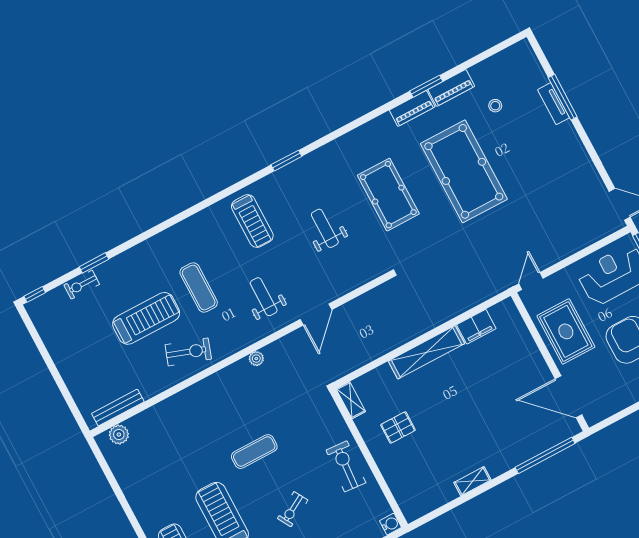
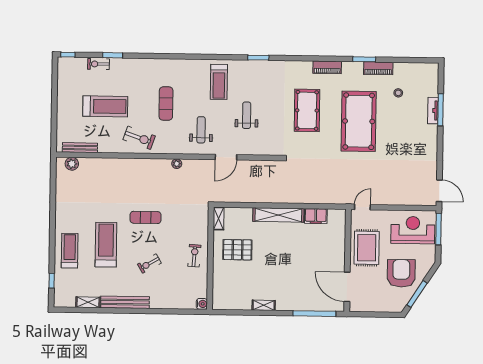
piano: (412, 108) -> (327, 67), moved
weight bench: (325, 228) -> (247, 115), moved
treadmill: (146, 318) -> (105, 106), moved
pallet: (398, 427) -> (237, 250), width x1.50, depth x1.42
exercise bike: (346, 466) -> (194, 256), width x0.73, depth x0.72

